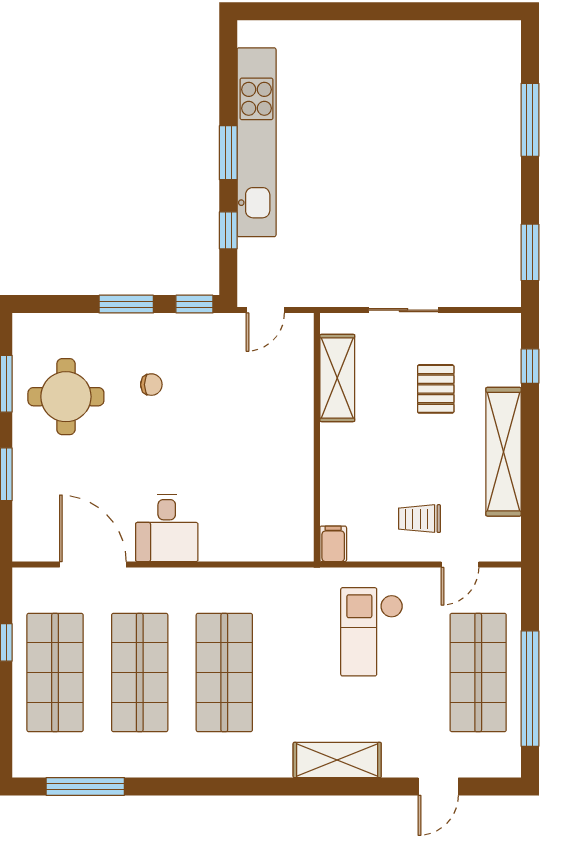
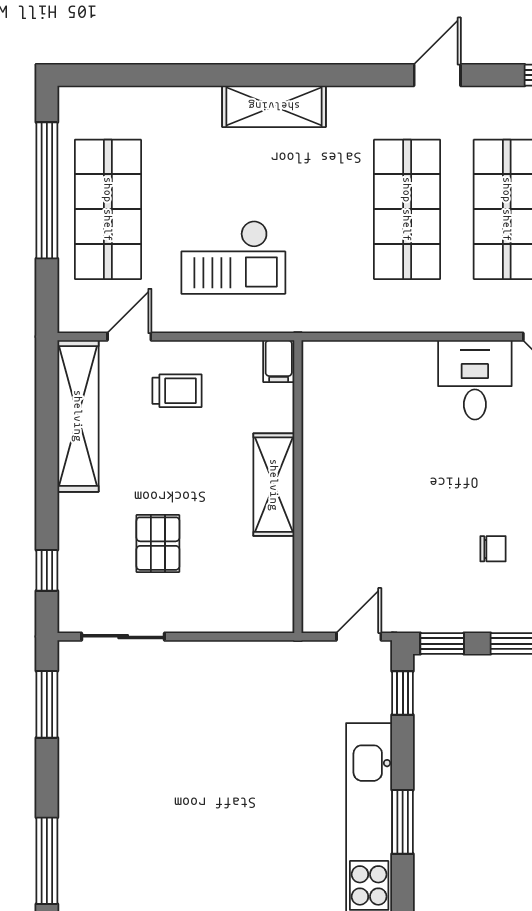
window: (228, 230) -> (403, 693), moved
sliding door: (403, 310) -> (123, 637), moved
shelving: (337, 378) -> (274, 485), moved
chair: (151, 385) -> (493, 549), turned 180
shelving: (504, 452) -> (78, 416), moved
checkout: (372, 632) -> (233, 257), turned 90
door: (438, 786) -> (437, 75), moved

